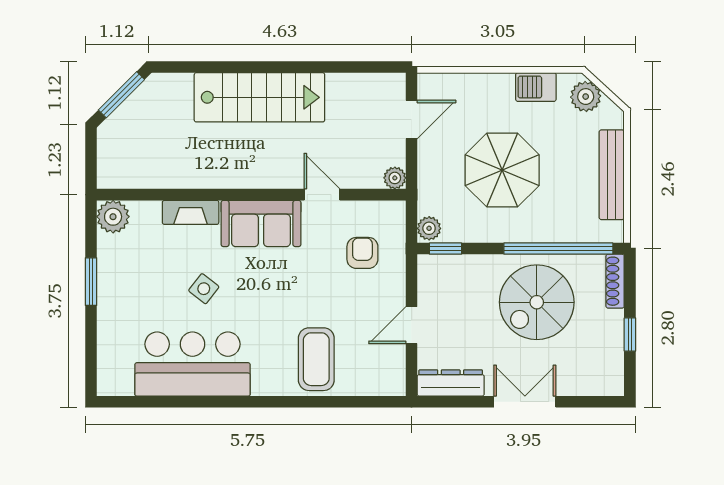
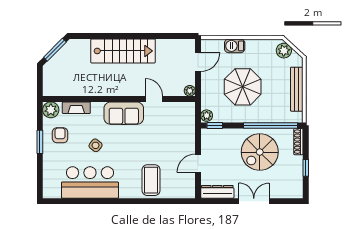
barbecue: (536, 87) -> (235, 46), moved
fireplace: (191, 212) -> (76, 108), moved
armchair: (362, 253) -> (60, 135), moved

